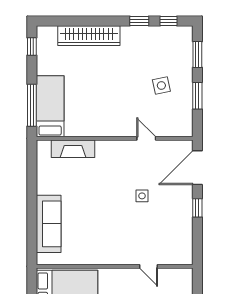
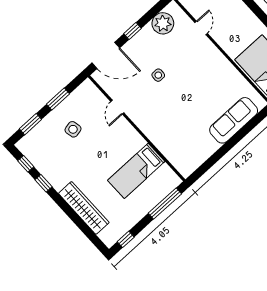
bed: (50, 106) -> (136, 171), moved
fireplace: (73, 149) -> (169, 150), removed
plant: (181, 238) -> (163, 23), added

